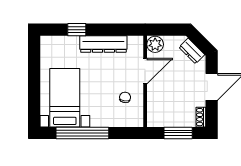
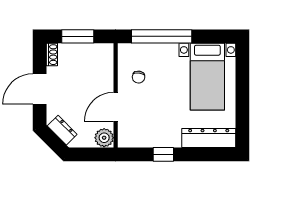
window: (77, 30) -> (163, 154), moved
dresser: (103, 44) -> (209, 138), moved
window: (82, 133) -> (162, 36), moved

